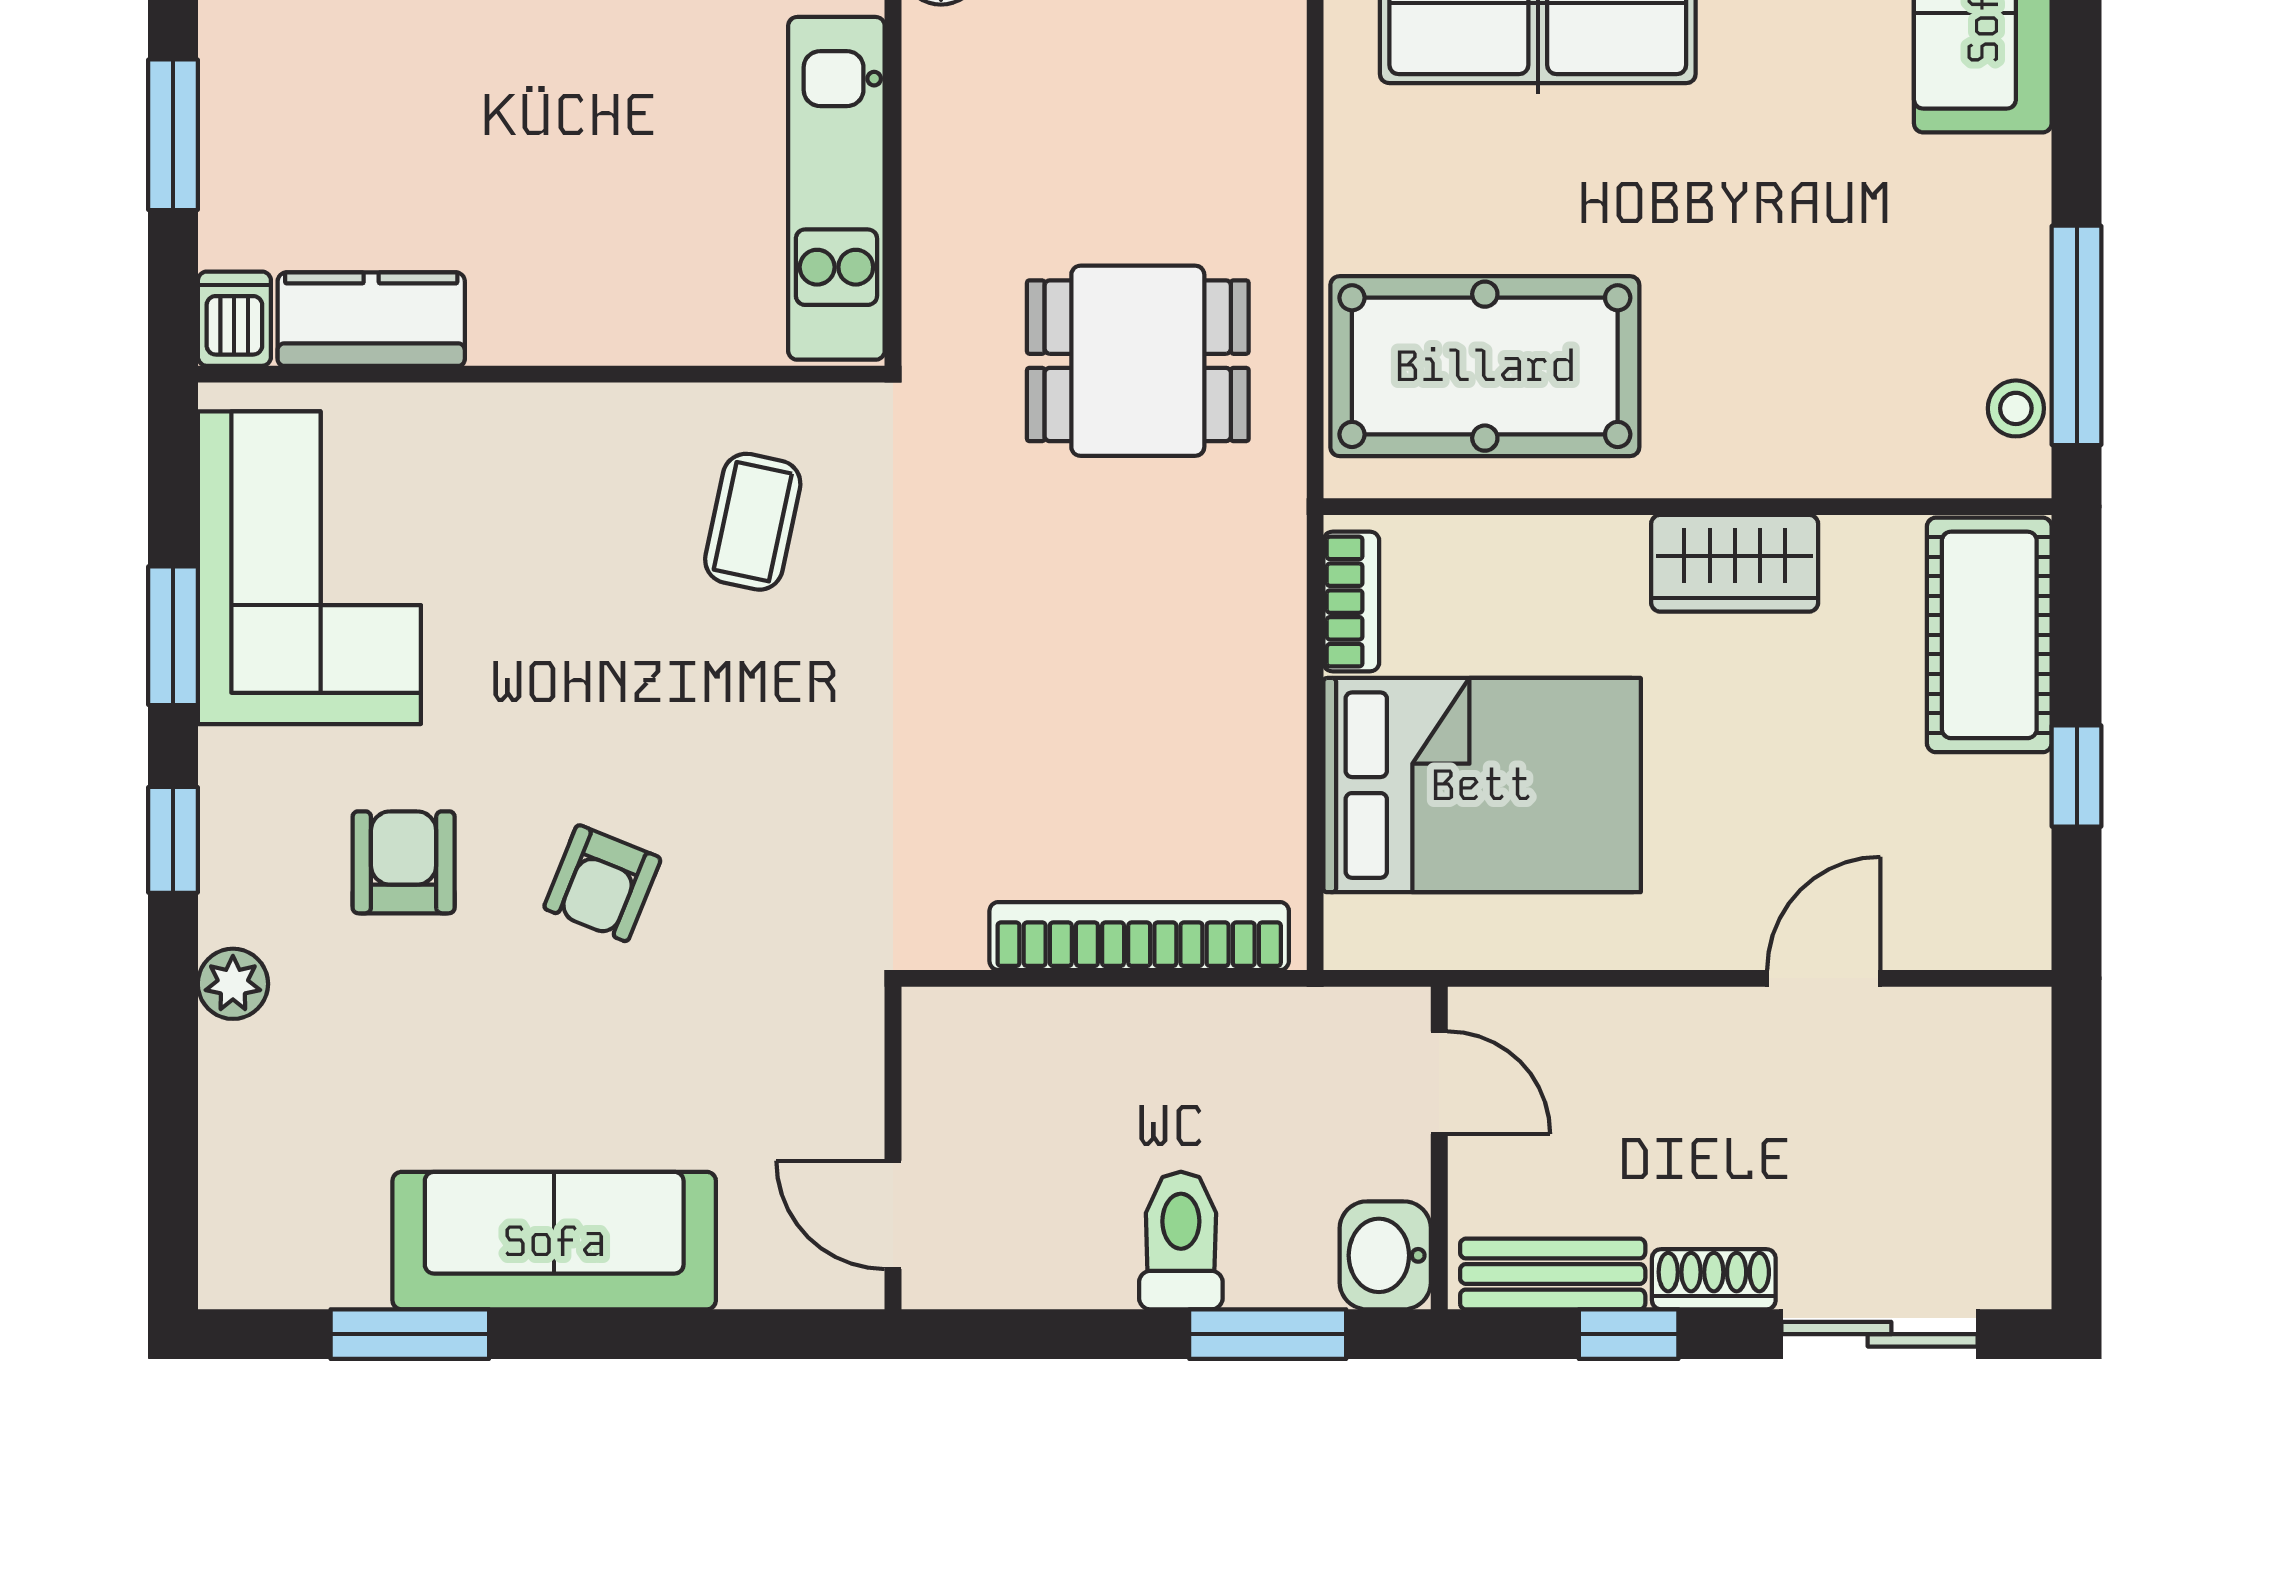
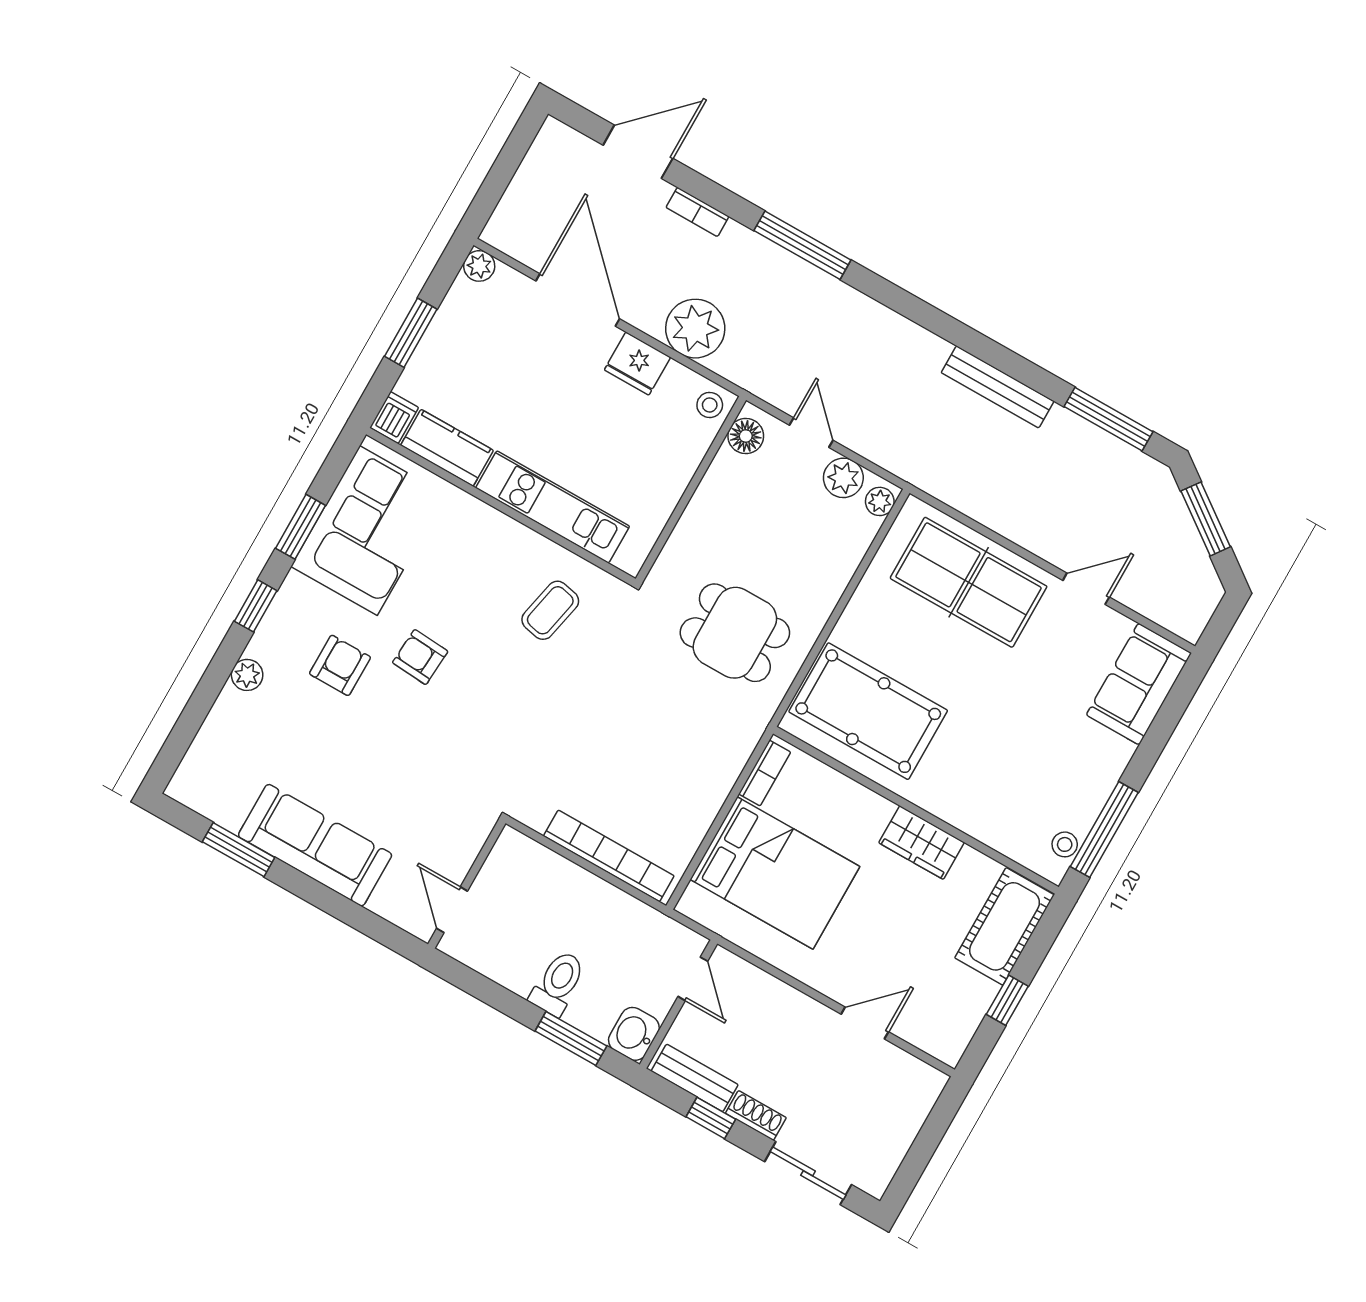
kitchen unit: (836, 188) -> (553, 507), moved, turned 90
armchair: (602, 883) -> (420, 657), moved, turned 72

